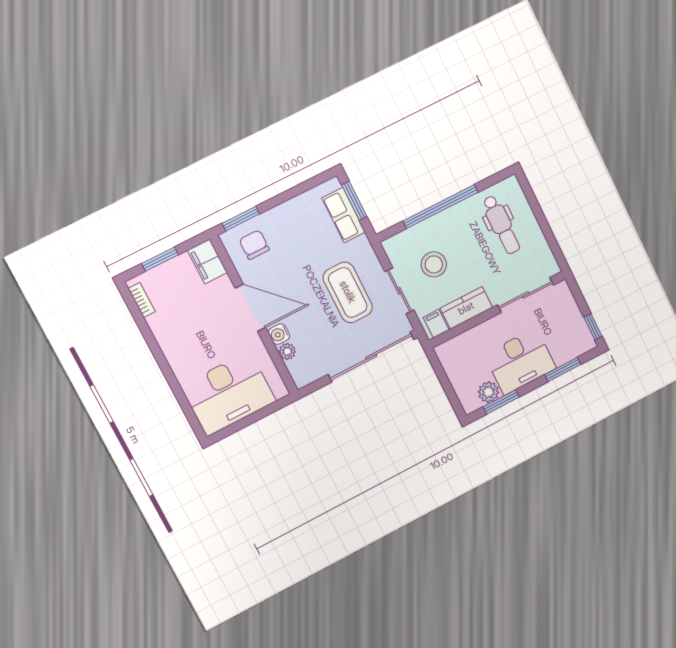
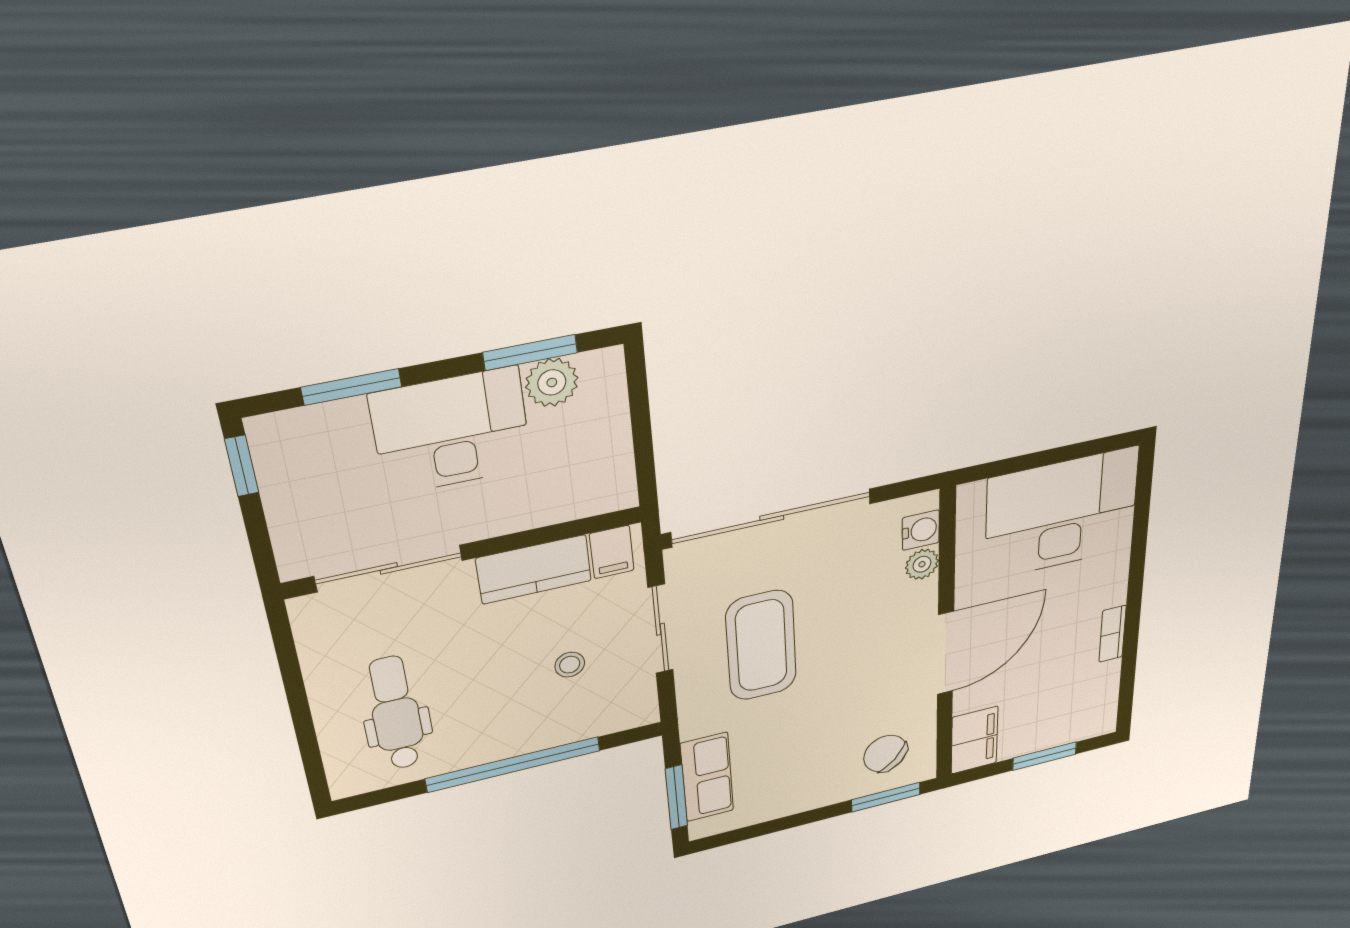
chair: (254, 245) -> (885, 754), turned 134
stool: (434, 264) -> (570, 665), width x0.53, depth x0.53
bookcase: (142, 300) -> (1112, 634), moved
door: (250, 308) -> (946, 653), swing flipped
water cooler: (279, 334) -> (921, 530), moved

